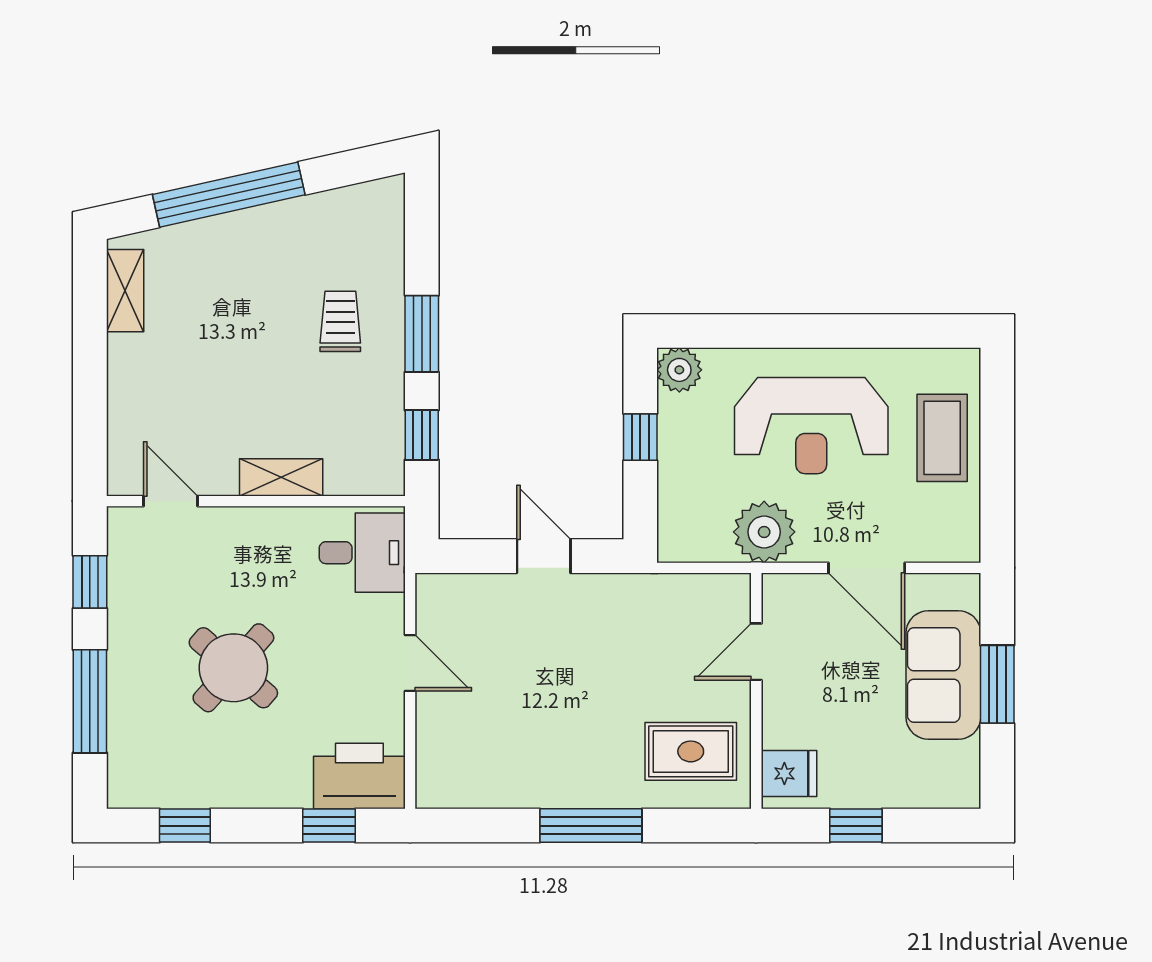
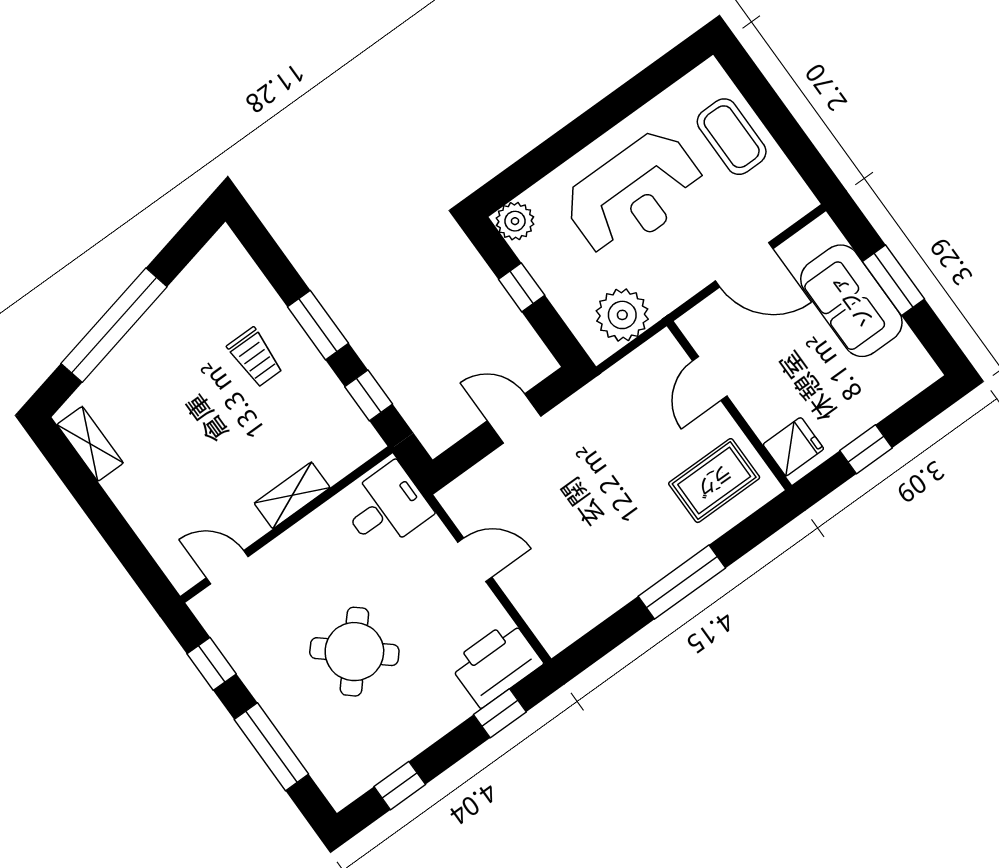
trolley: (340, 321) -> (255, 357), turned 180
plant: (764, 532) -> (622, 315), moved

